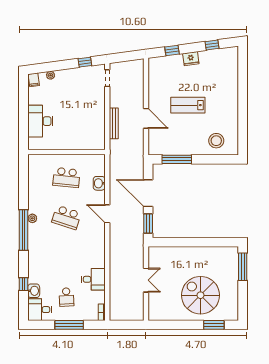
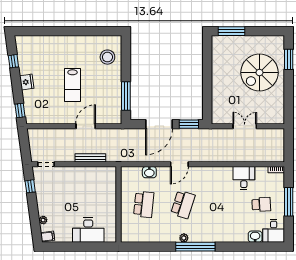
window: (172, 50) -> (20, 111), moved
window: (23, 284) -> (249, 247), removed

